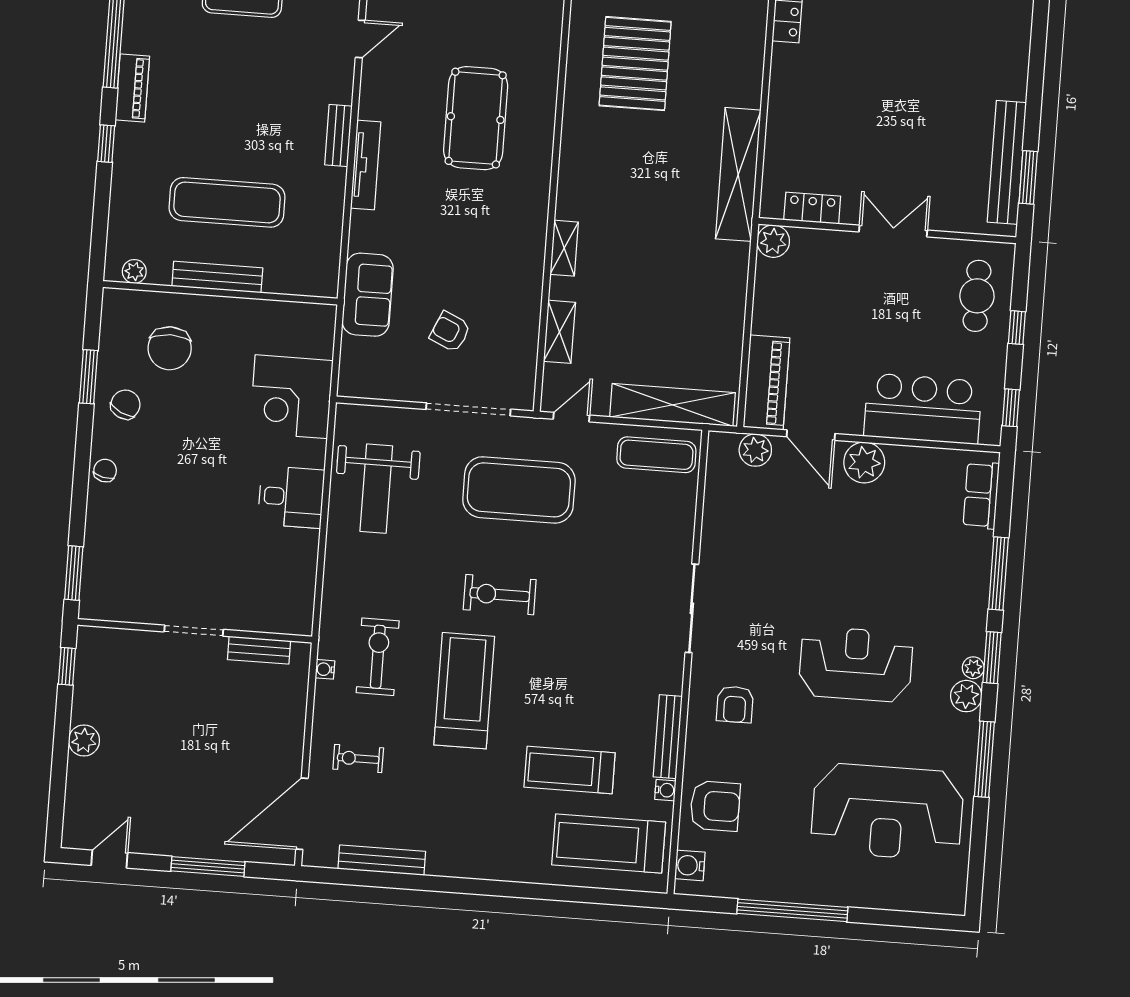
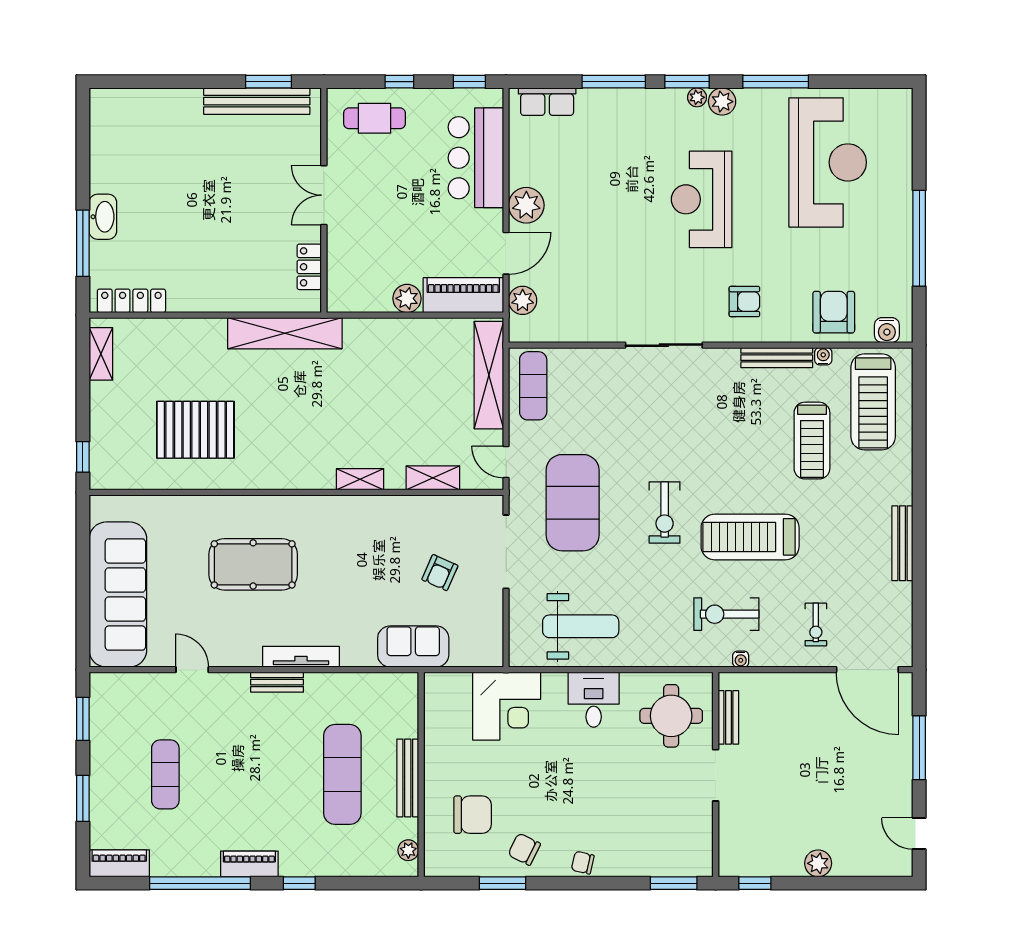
plant: (773, 241) -> (407, 298), moved
round table: (266, 585) -> (671, 716), added
bench: (382, 860) -> (902, 543), moved

